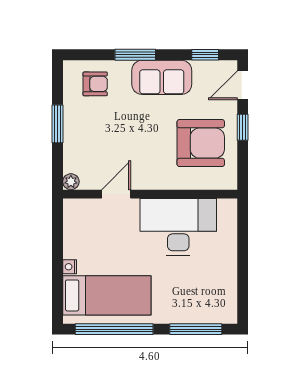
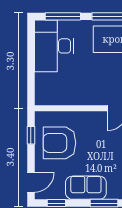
window: (243, 127) -> (31, 135), moved
desk: (178, 227) -> (54, 46), moved, turned 90

